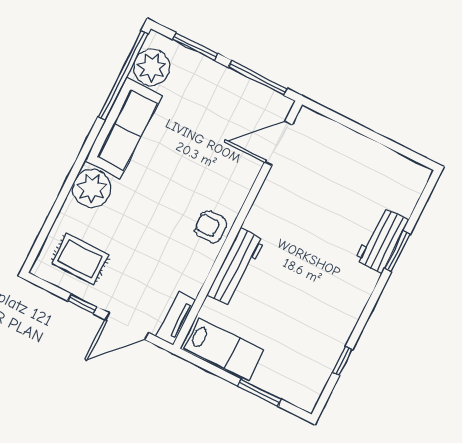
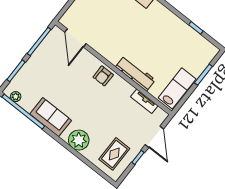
plant: (152, 67) -> (16, 97), width x0.53, depth x0.53
sofa: (123, 128) -> (51, 117), width x0.73
armchair: (211, 227) -> (103, 76), moved
tv unit: (176, 318) -> (144, 101), moved

